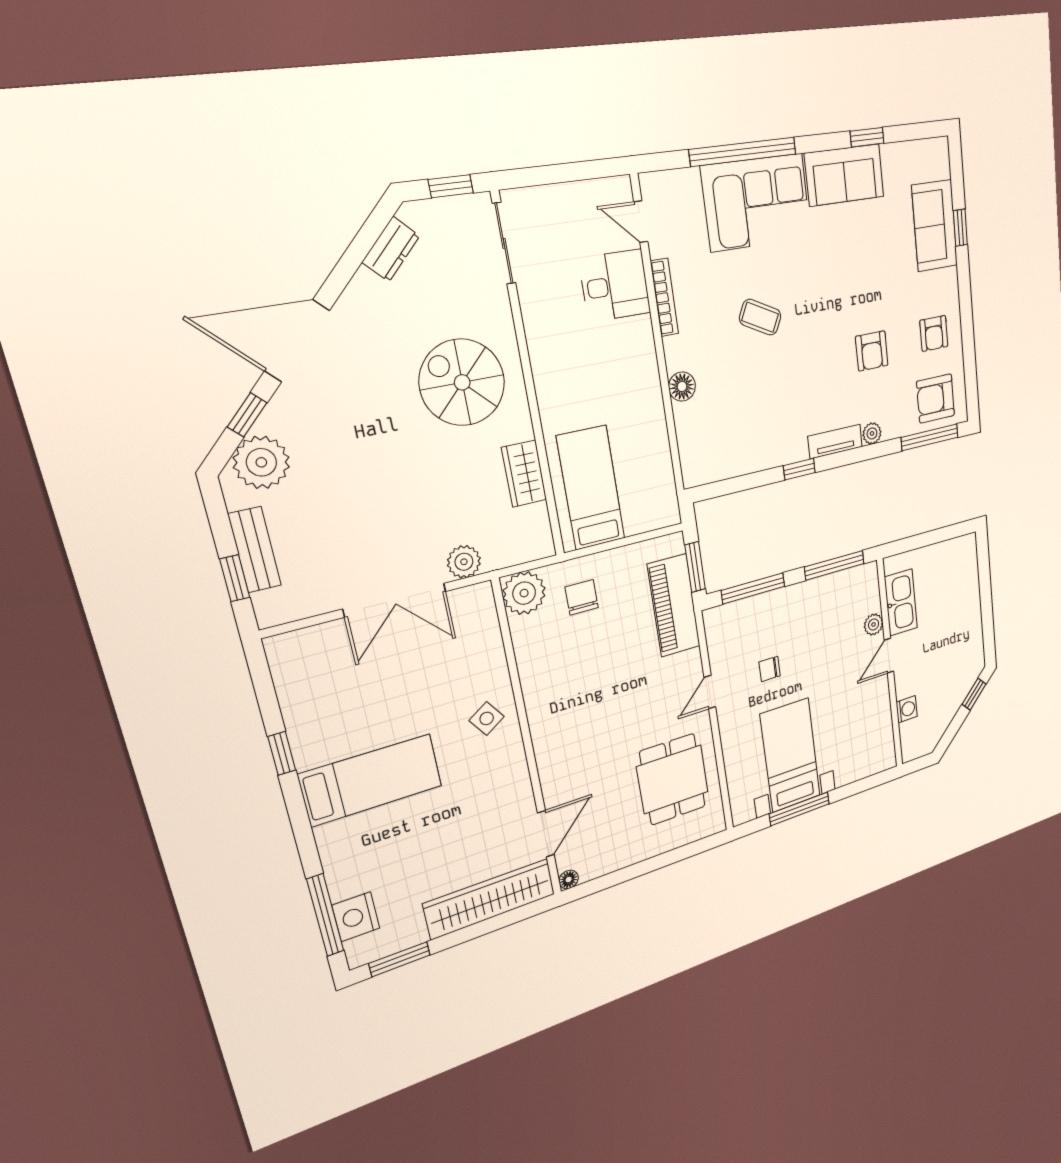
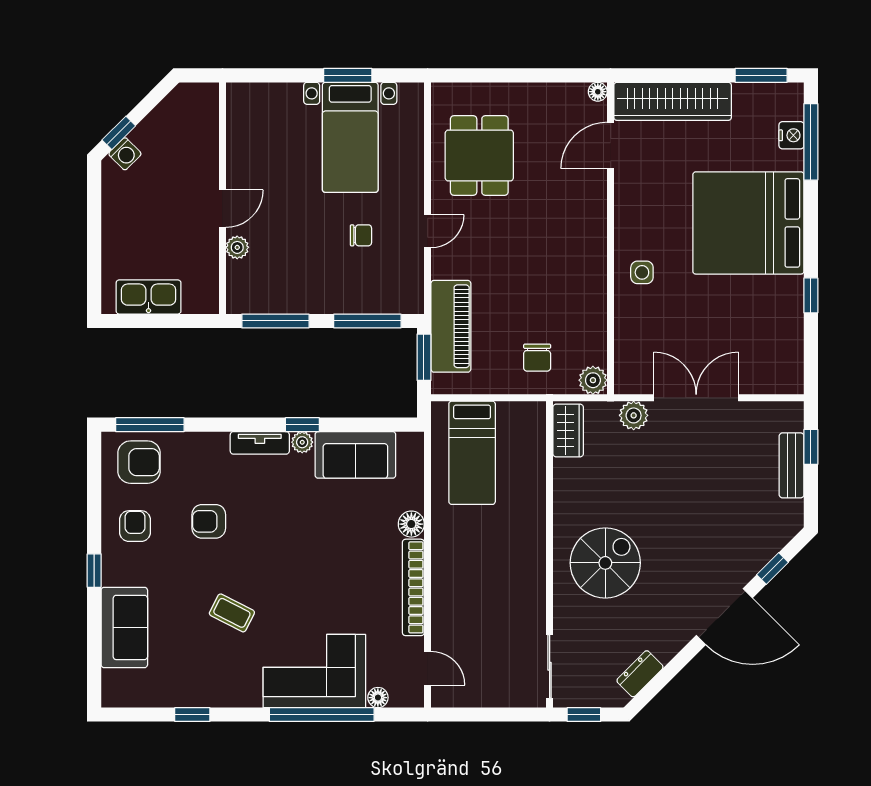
sofa: (844, 175) -> (355, 455), moved, turned 180
floor lamp: (688, 179) -> (378, 698), added
window: (960, 228) -> (94, 571), moved
desk: (615, 286) -> (460, 620), removed
bookcase: (664, 297) -> (413, 587), width x1.48, depth x1.31
coffee table: (760, 317) -> (232, 613), moved
armchair: (872, 351) -> (209, 521), turned -90
spiral stairs: (462, 382) -> (605, 563), turned -90
plant: (872, 433) -> (302, 442), moved
plant: (261, 462) -> (771, 531), removed
wardrobe: (524, 474) -> (568, 431), moved
bed: (591, 488) -> (472, 453), moved
plant: (524, 593) -> (593, 380), width x0.73, depth x0.73
kitchen sink: (901, 603) -> (149, 297), moved, turned 90
washing machine: (907, 709) -> (125, 154), moved, turned -135
side table: (487, 718) -> (642, 272), turned 34
bed: (371, 780) -> (748, 223), width x2.04
window: (799, 809) -> (348, 75), width x0.69
nightstand: (356, 917) -> (791, 135), width x0.74, depth x0.75

